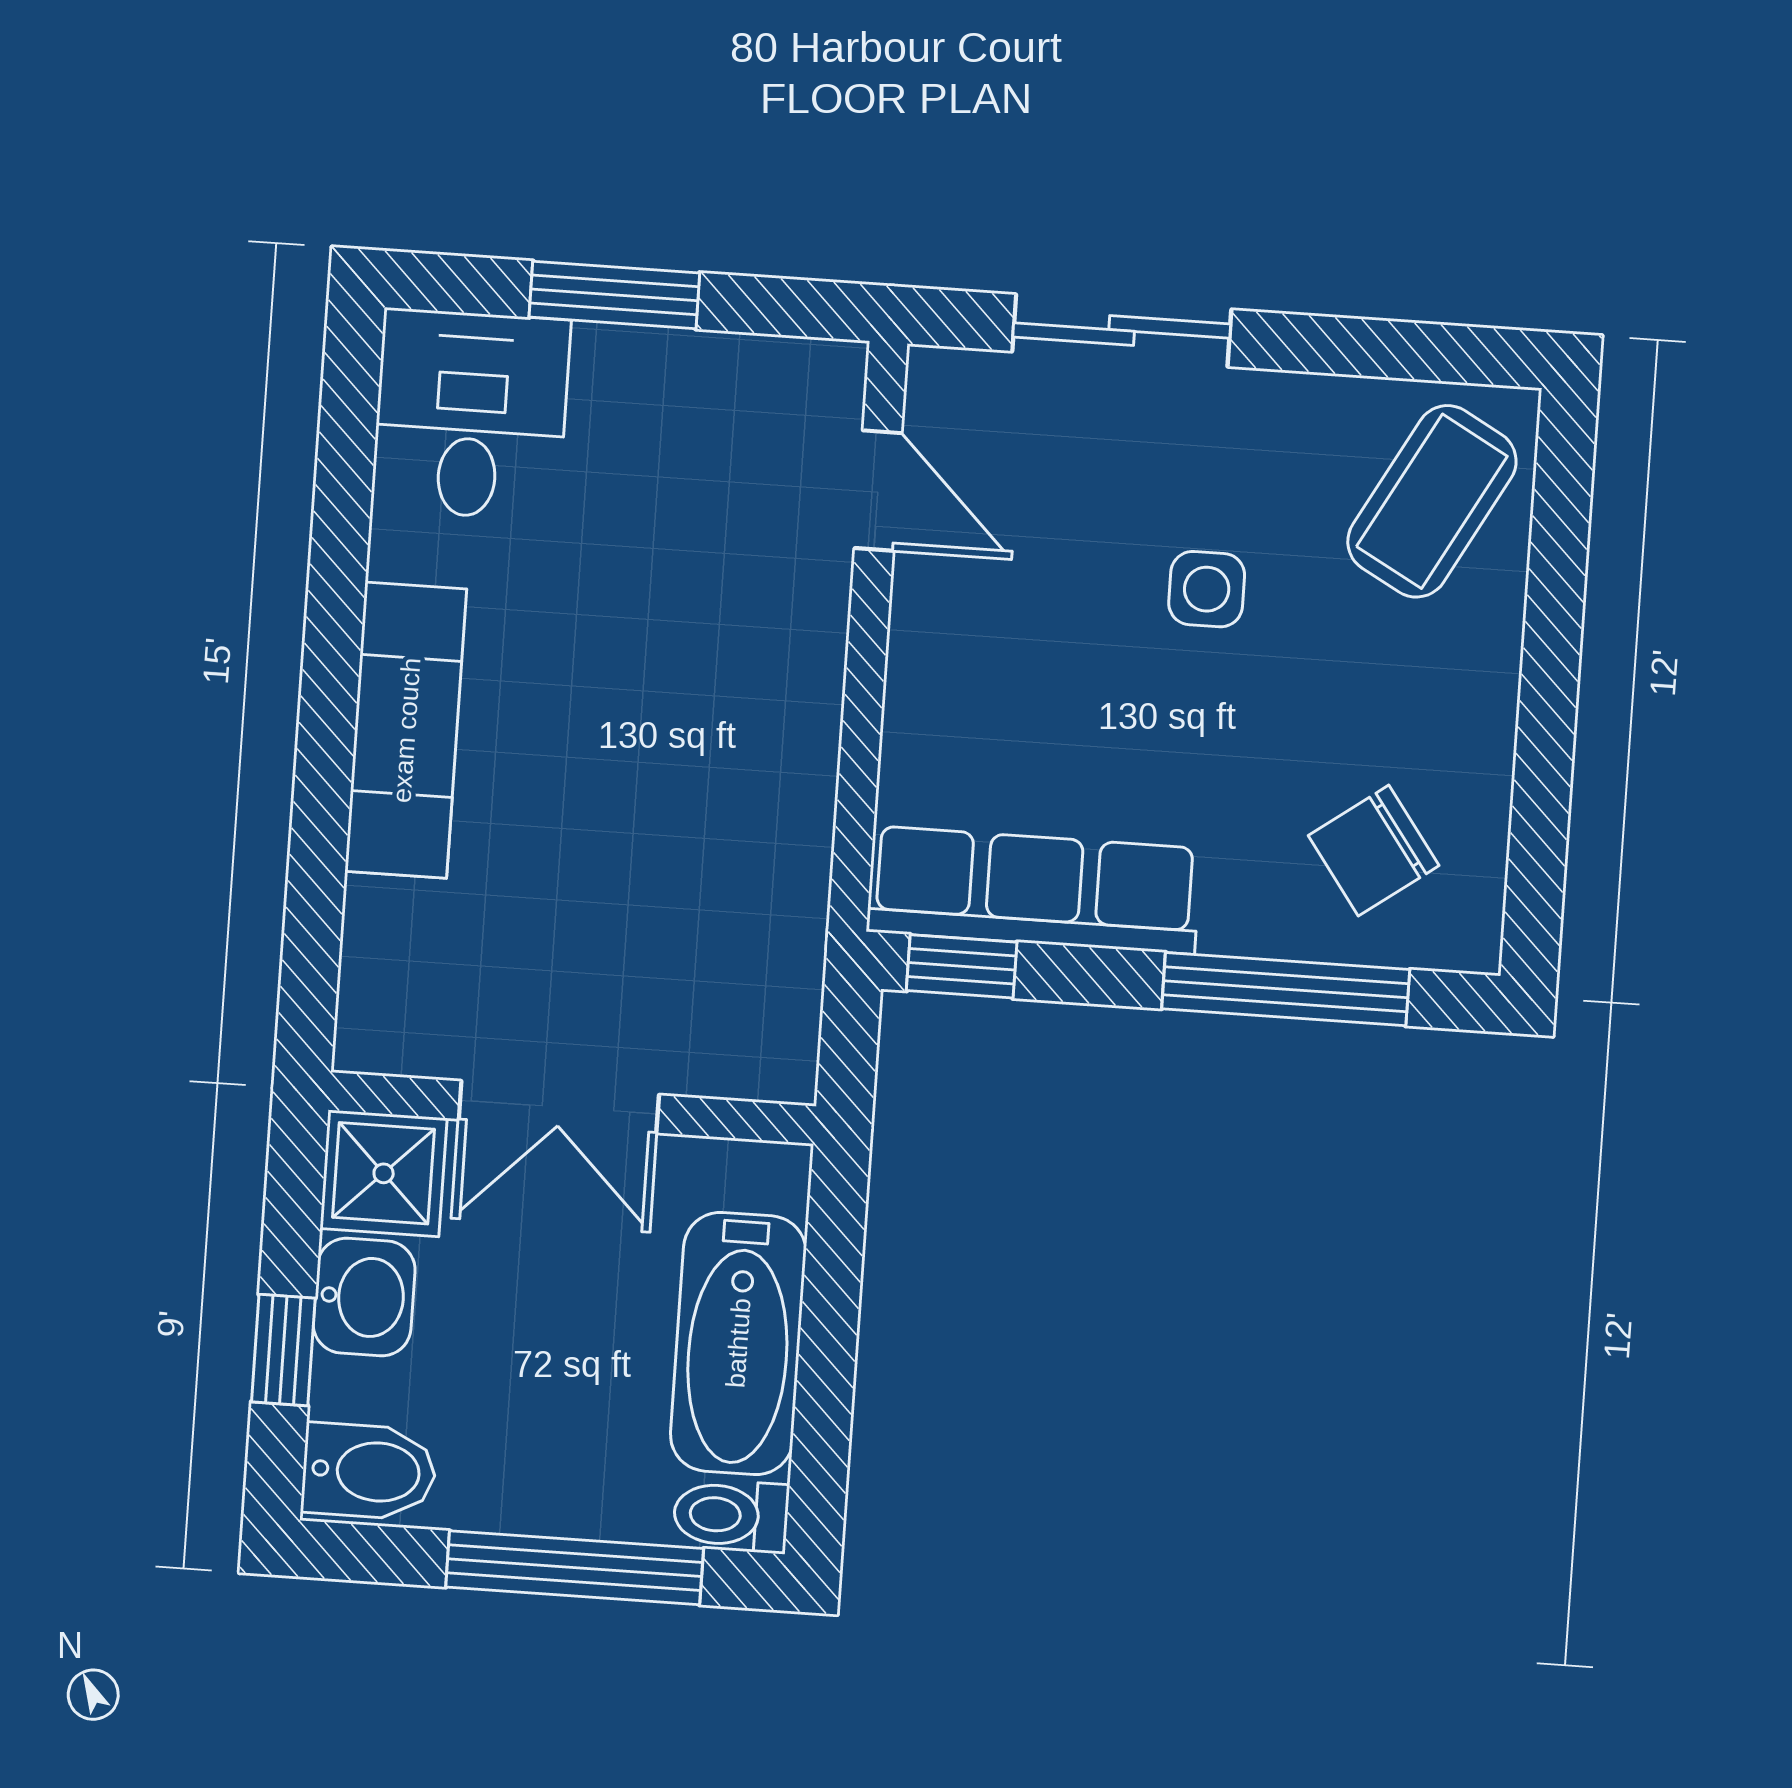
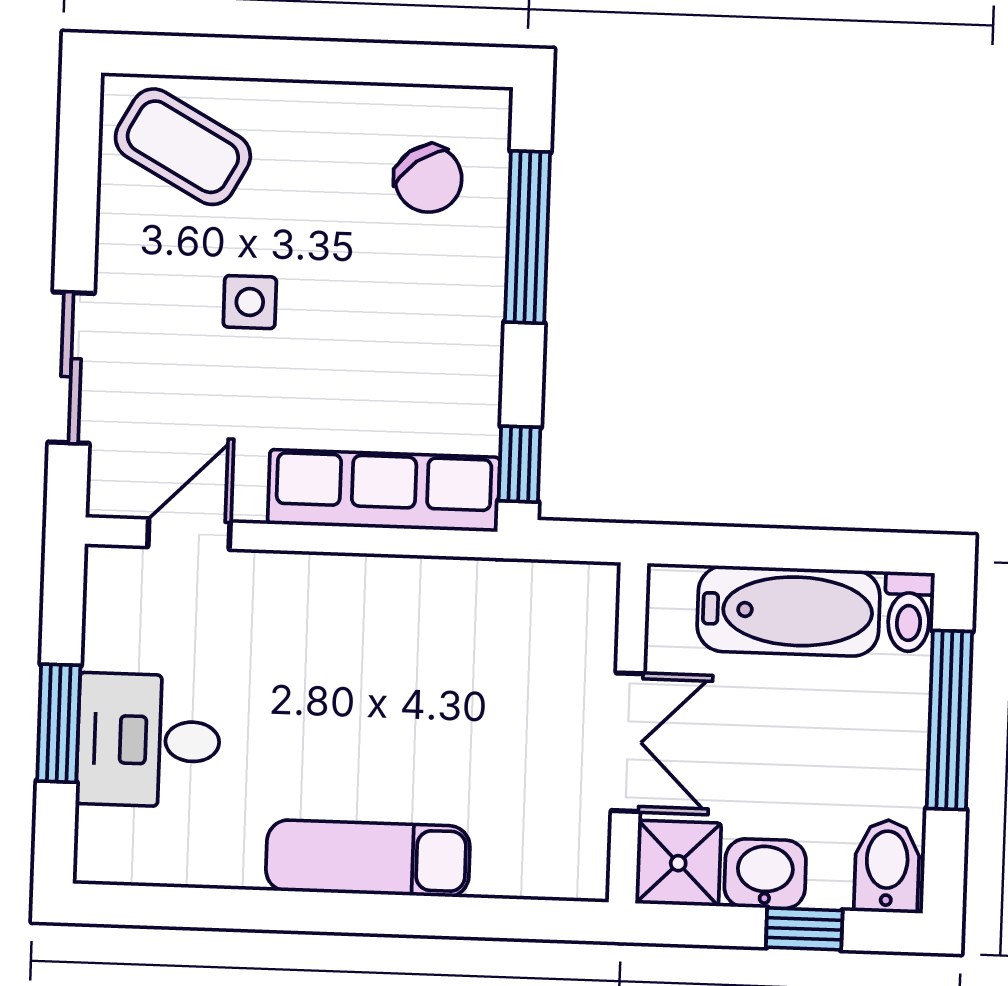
desk: (471, 414) -> (148, 740), moved
row of seats: (1034, 890) -> (384, 491), moved, turned 90

